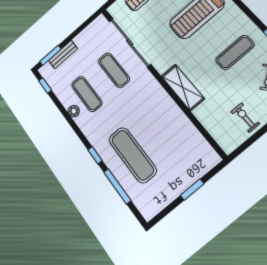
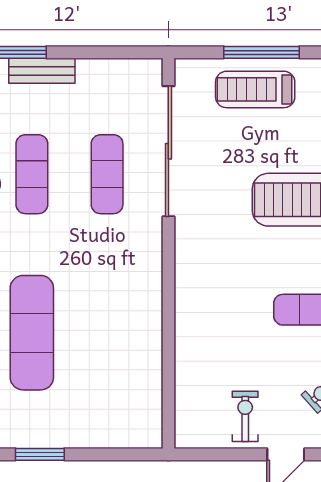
shelving: (183, 87) -> (192, 295), removed
window: (192, 189) -> (40, 454), moved

